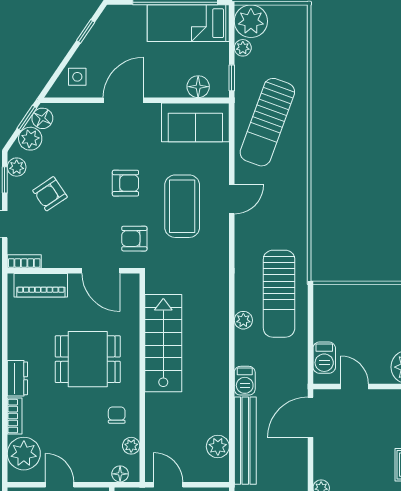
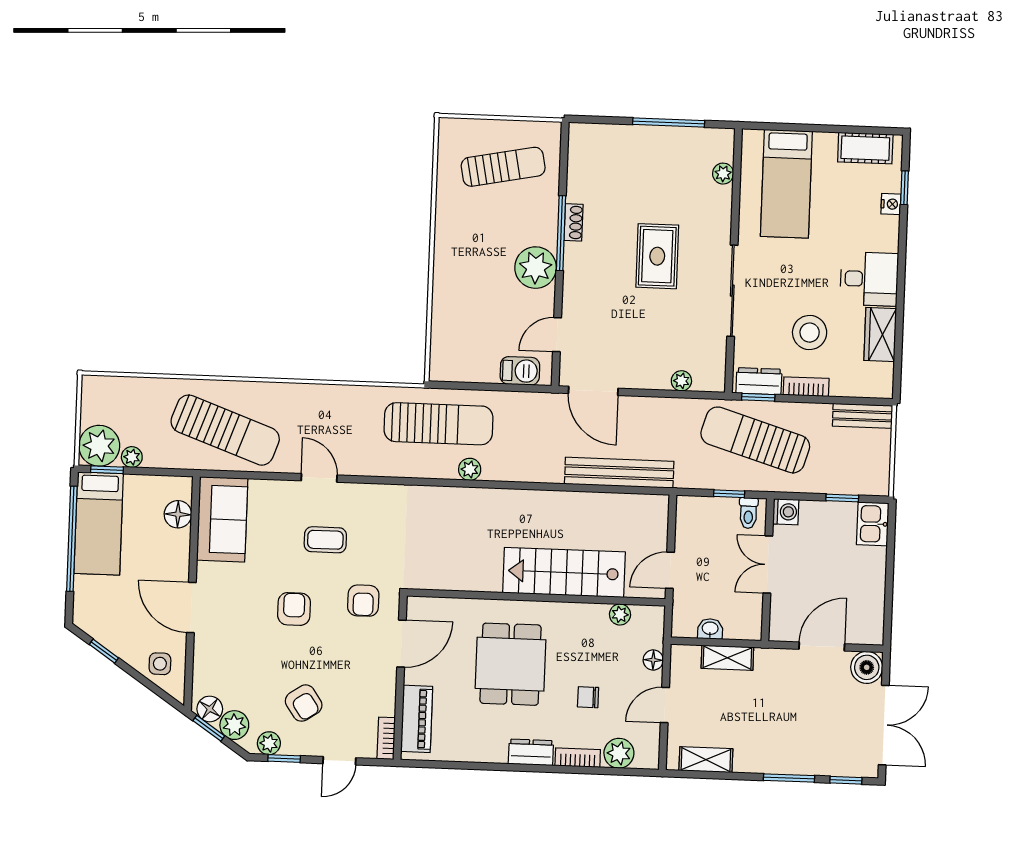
window: (232, 78) -> (107, 470), moved
coffee table: (182, 206) -> (325, 540), width x0.54, depth x0.58
stairs: (163, 343) -> (564, 572), moved
barbecue: (245, 381) -> (545, 471), removed
chair: (117, 415) -> (588, 697), moved
plant: (218, 447) -> (625, 507), removed
plant: (24, 454) -> (619, 753), width x0.73, depth x0.73
floor lamp: (120, 474) -> (653, 660), moved

